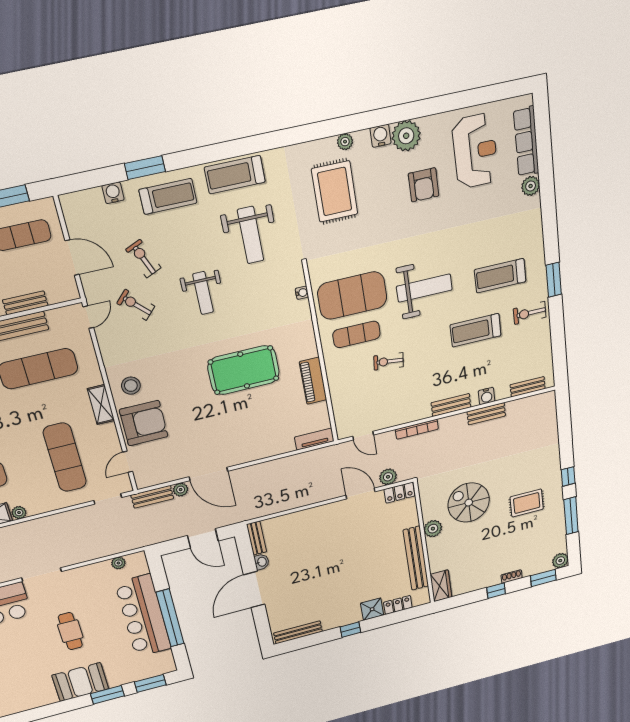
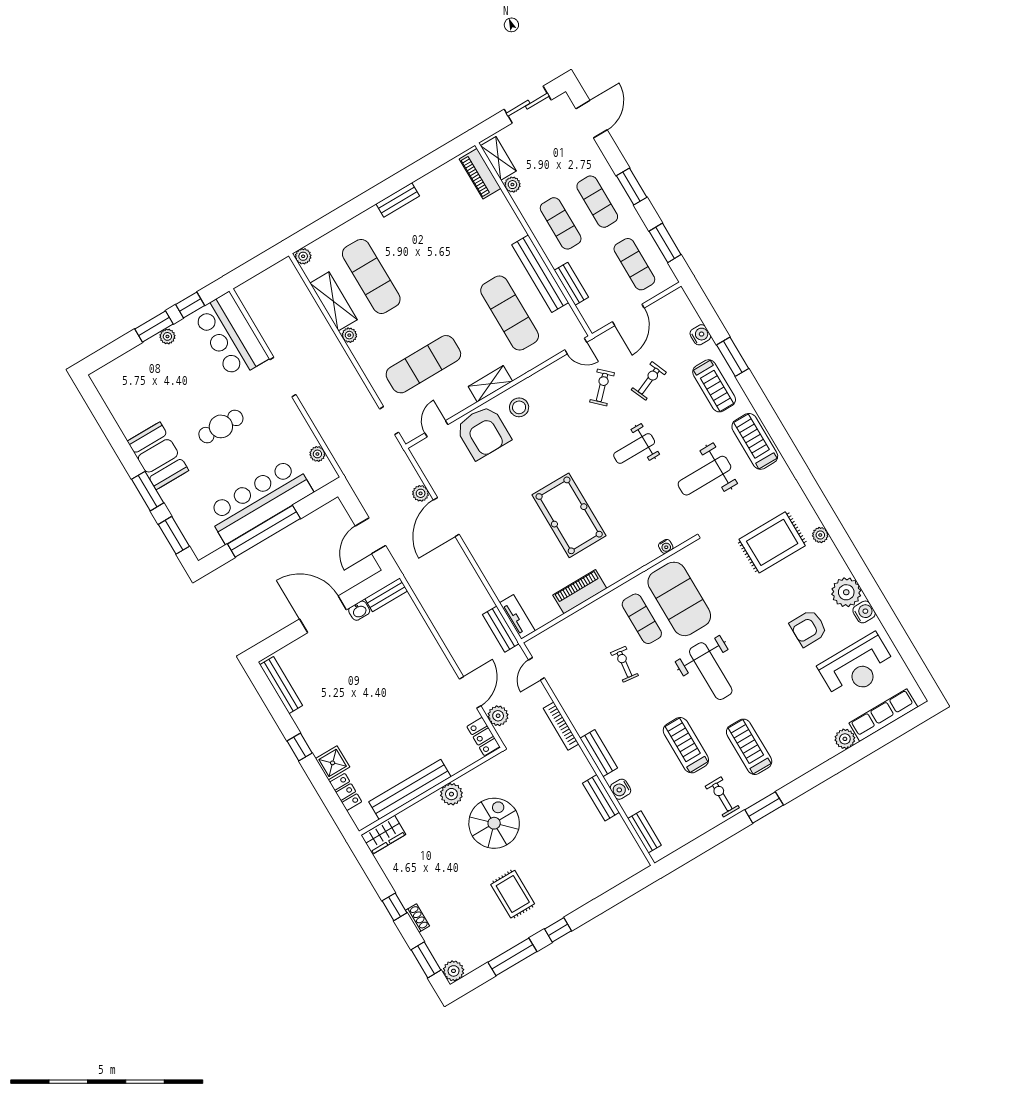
water cooler: (381, 136) -> (864, 612), moved
door: (128, 462) -> (436, 429), hinge flipped
bench: (152, 497) -> (501, 629), moved

